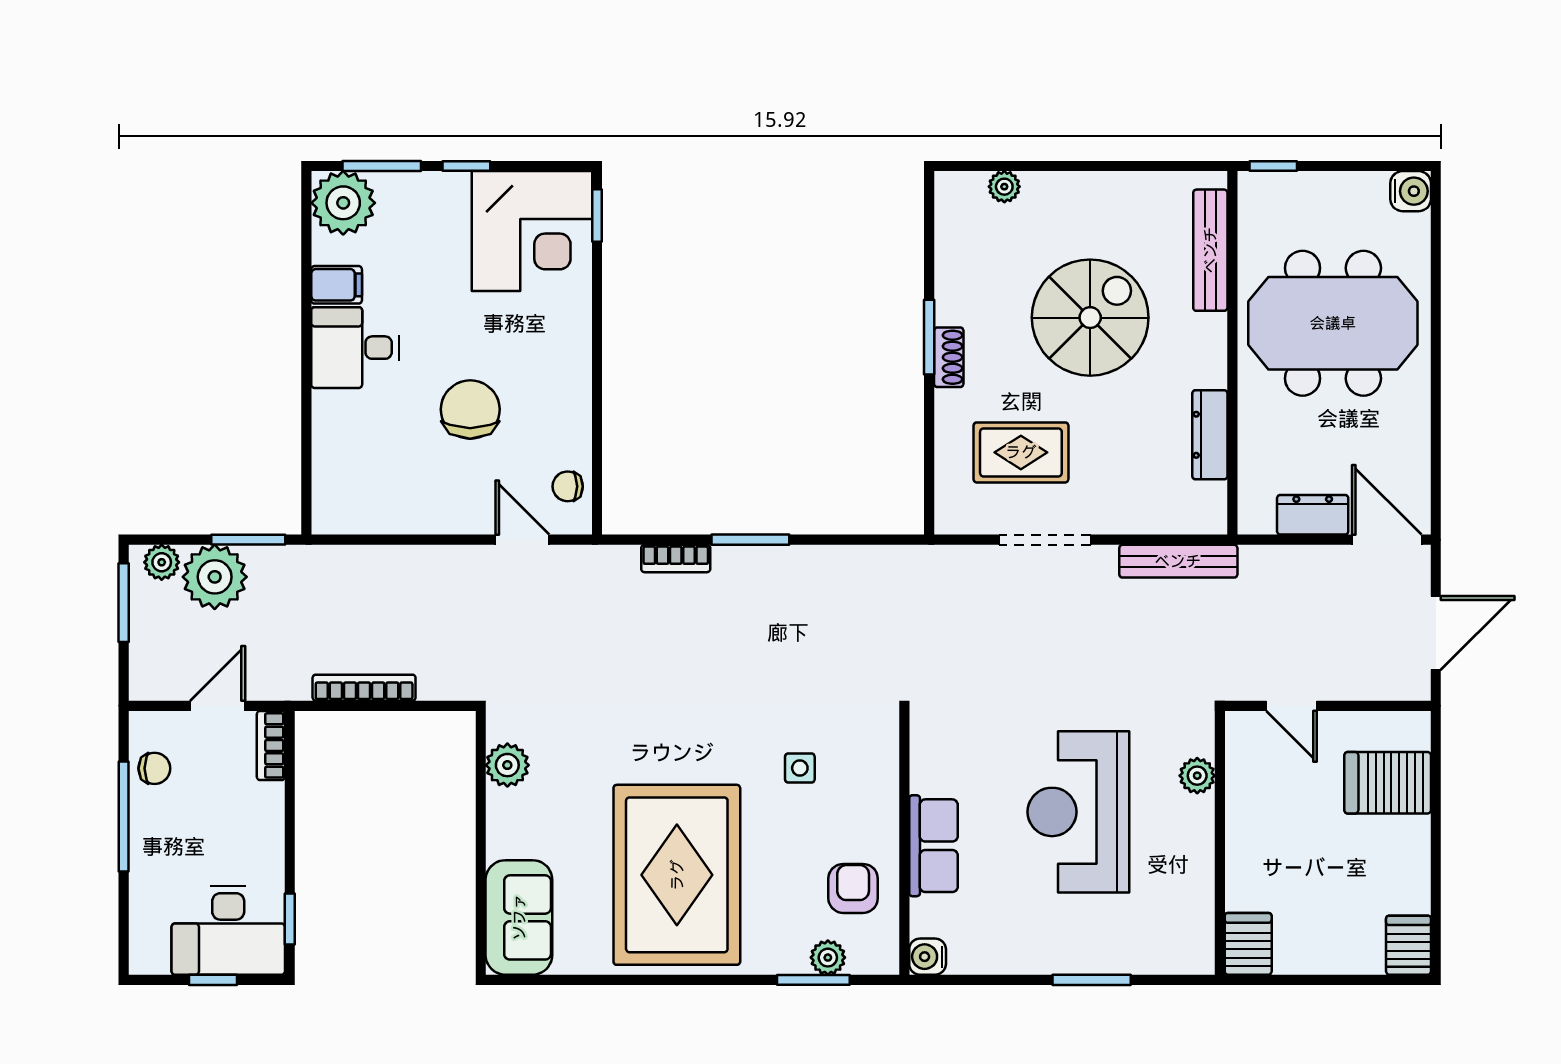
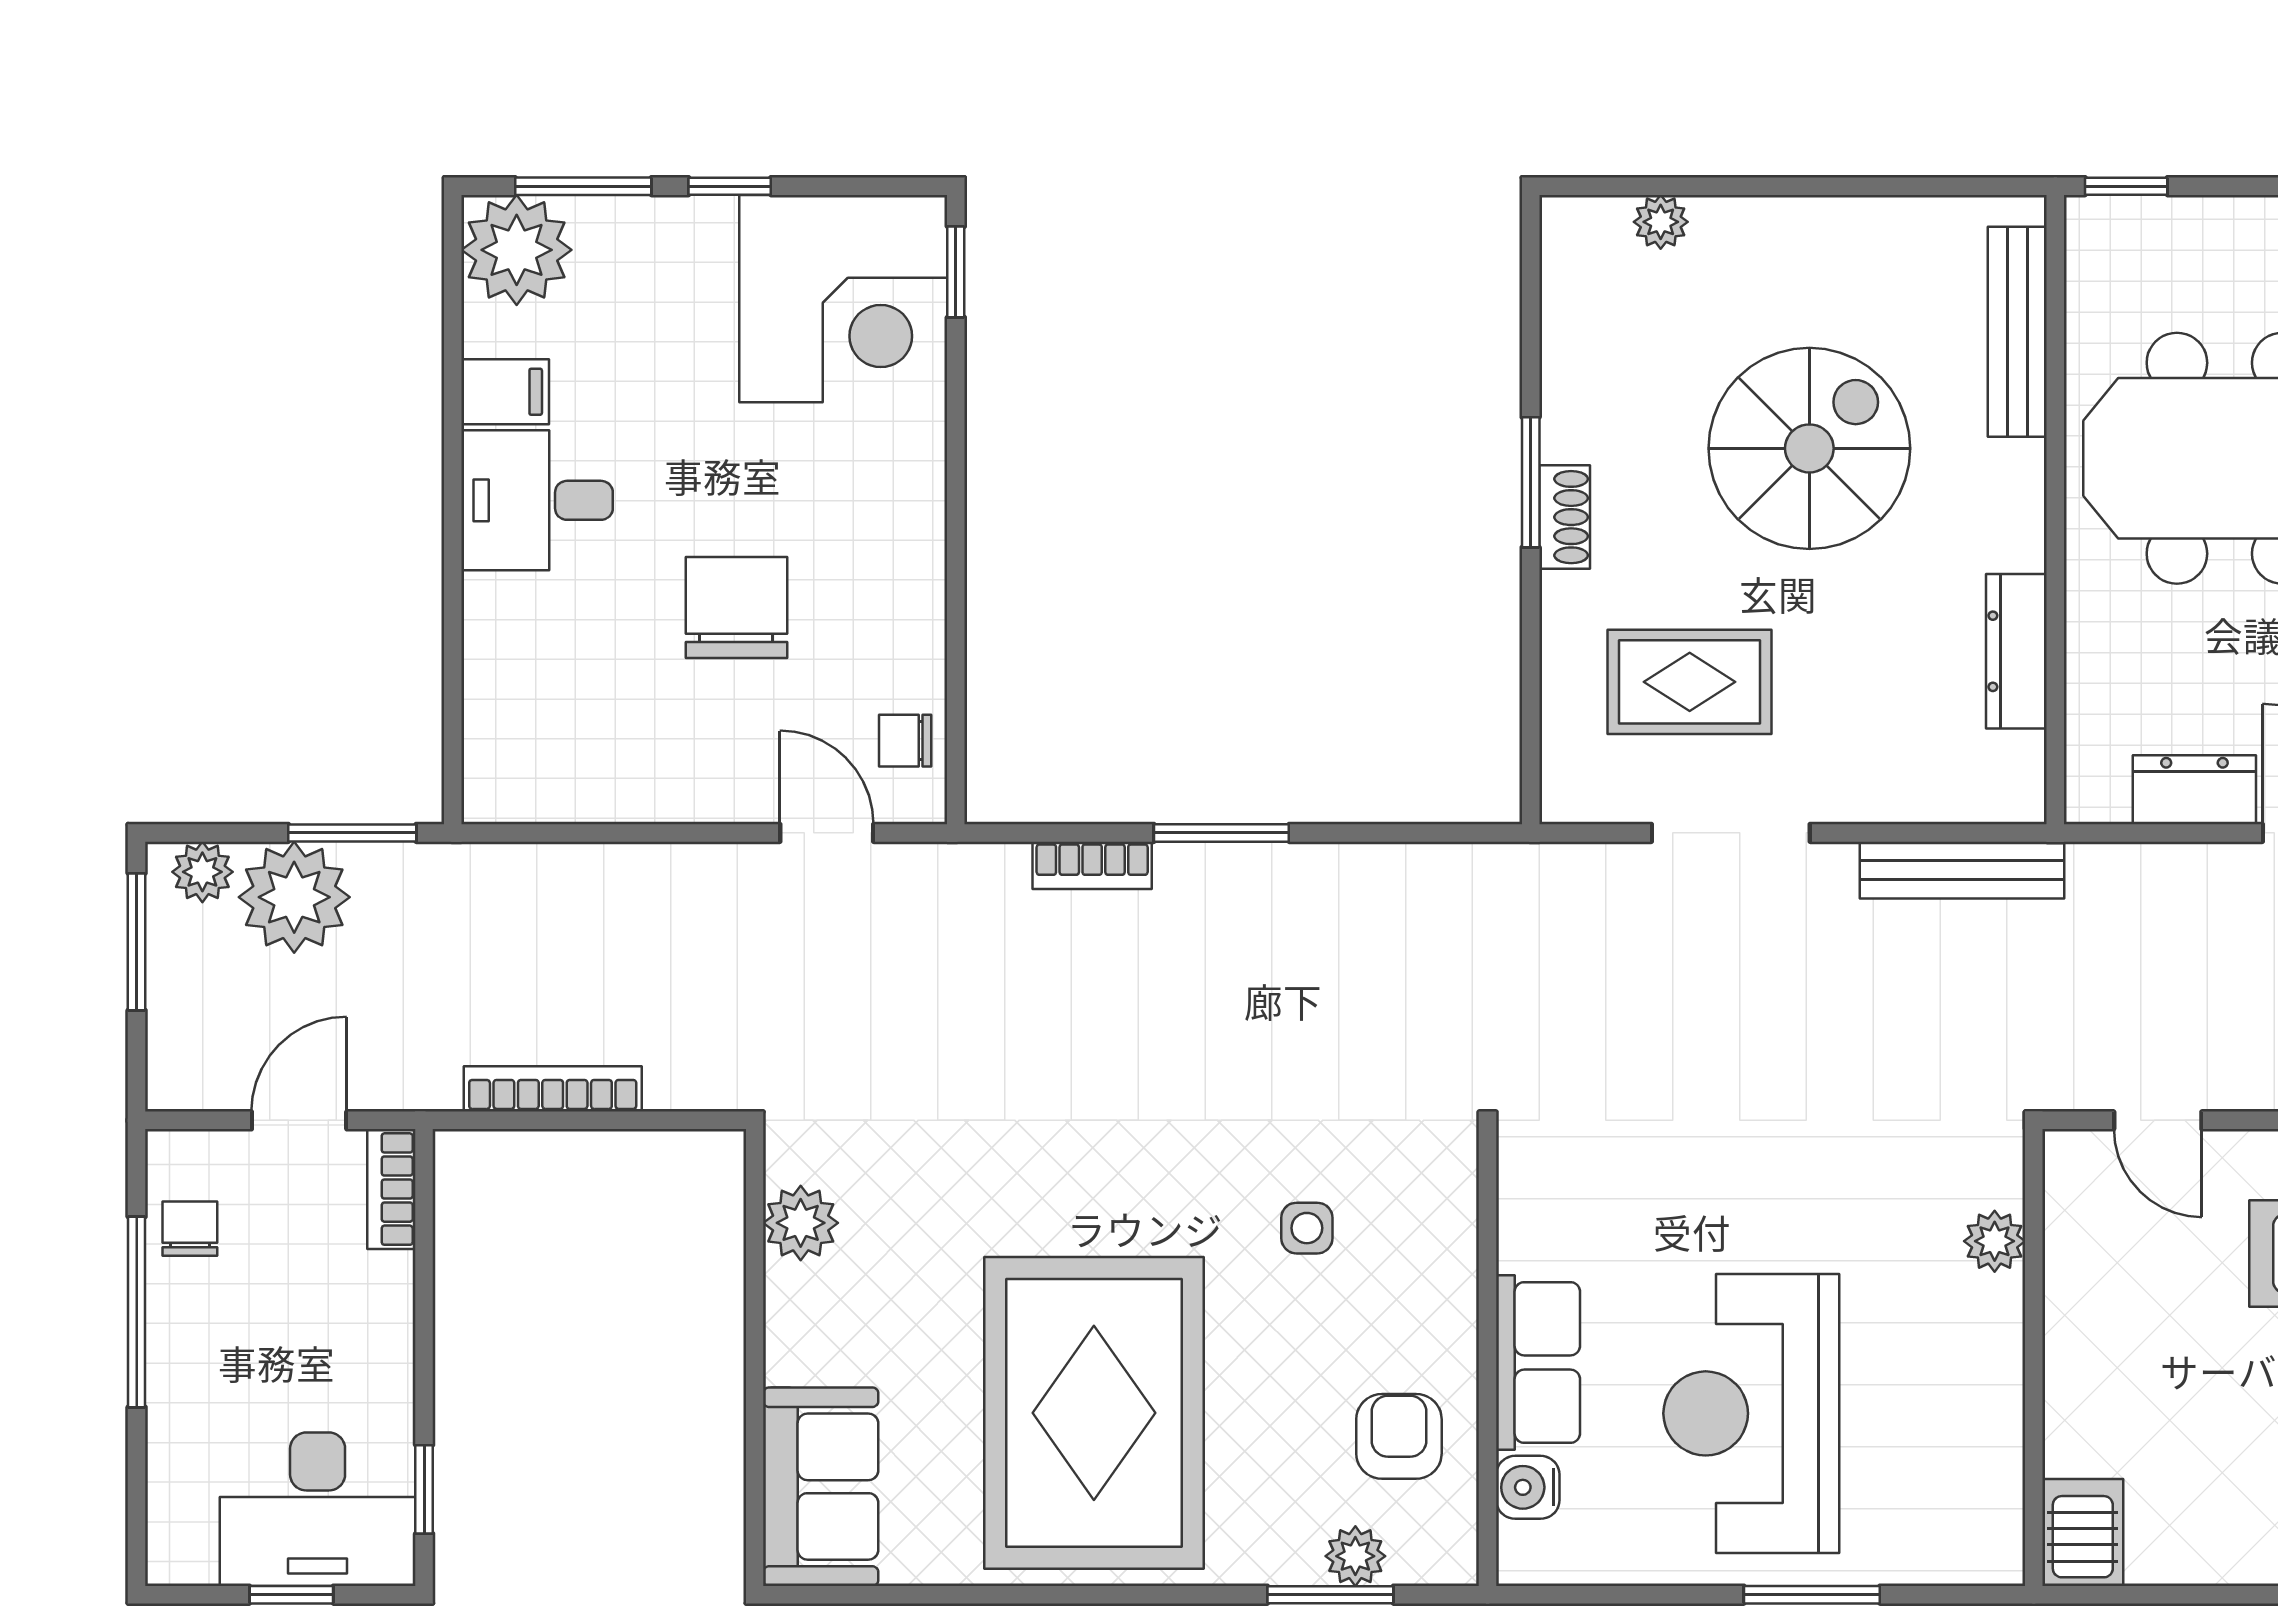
chair: (154, 768) -> (190, 1229), turned -90
reception desk: (1078, 812) -> (1751, 1413), moved
water cooler: (928, 957) -> (1528, 1487), moved

